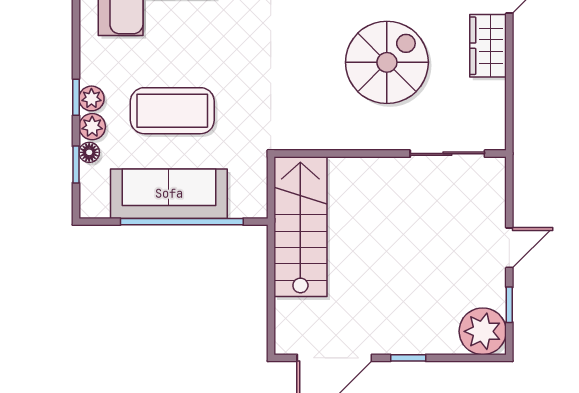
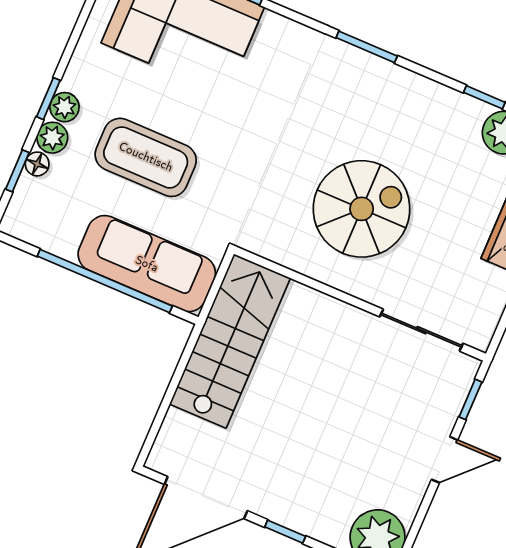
spiral stairs: (387, 62) -> (362, 209), moved
sofa: (169, 194) -> (147, 264), moved
window: (509, 305) -> (470, 399), moved

